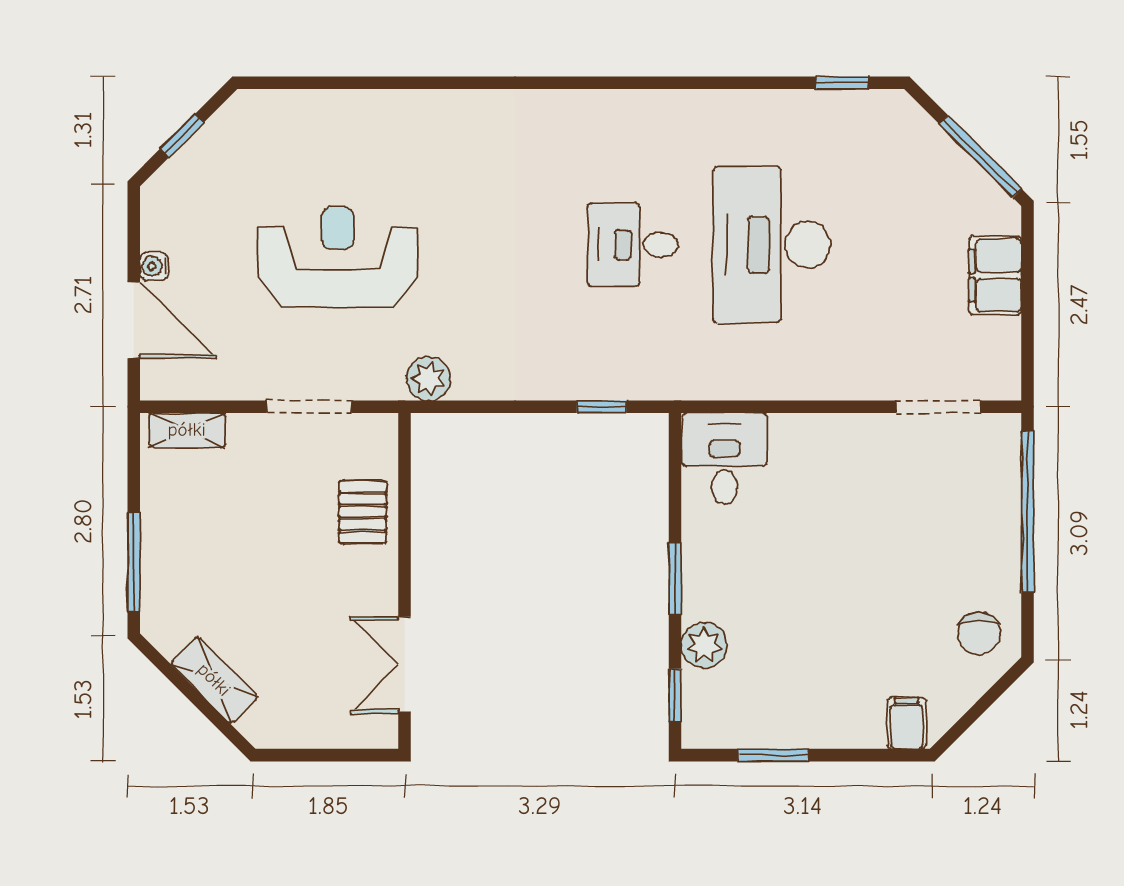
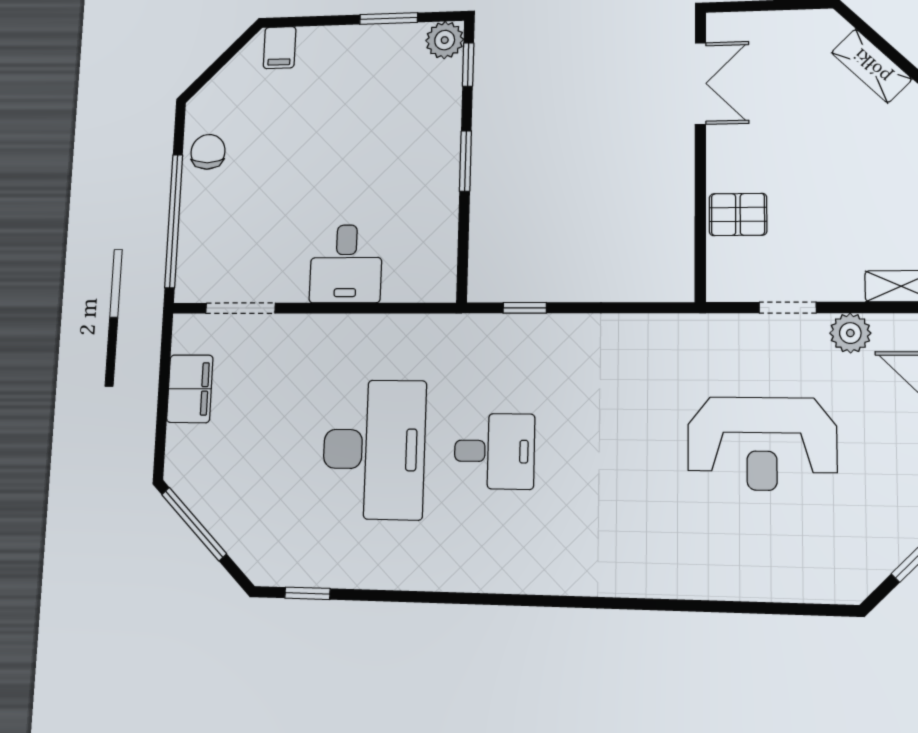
filing cabinet: (995, 275) -> (190, 389), moved
plant: (428, 379) -> (850, 333), moved
doorway: (309, 407) -> (788, 308), width x0.73
desk: (725, 459) -> (346, 264), moved
pallet: (363, 512) -> (738, 214), turned 90
chair: (979, 634) -> (208, 152), moved
plant: (704, 645) -> (445, 40), moved

